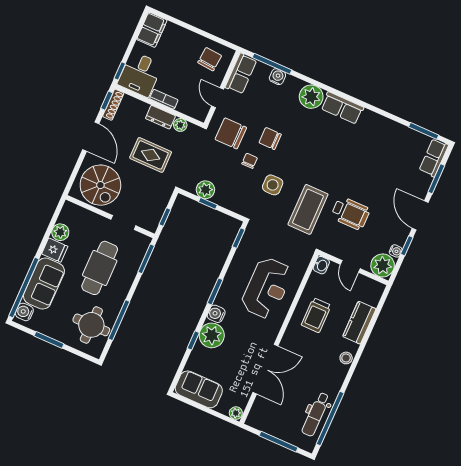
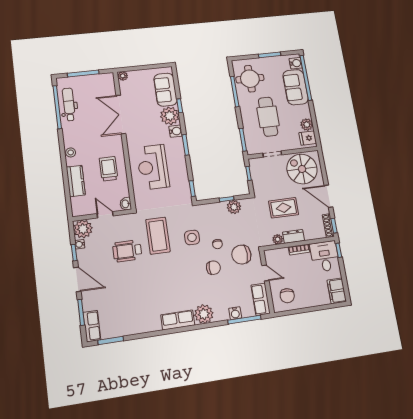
chair: (231, 133) -> (241, 255), turned 180
fridge: (55, 250) -> (308, 138), moved
sofa: (199, 389) -> (165, 90), moved, turned 90

